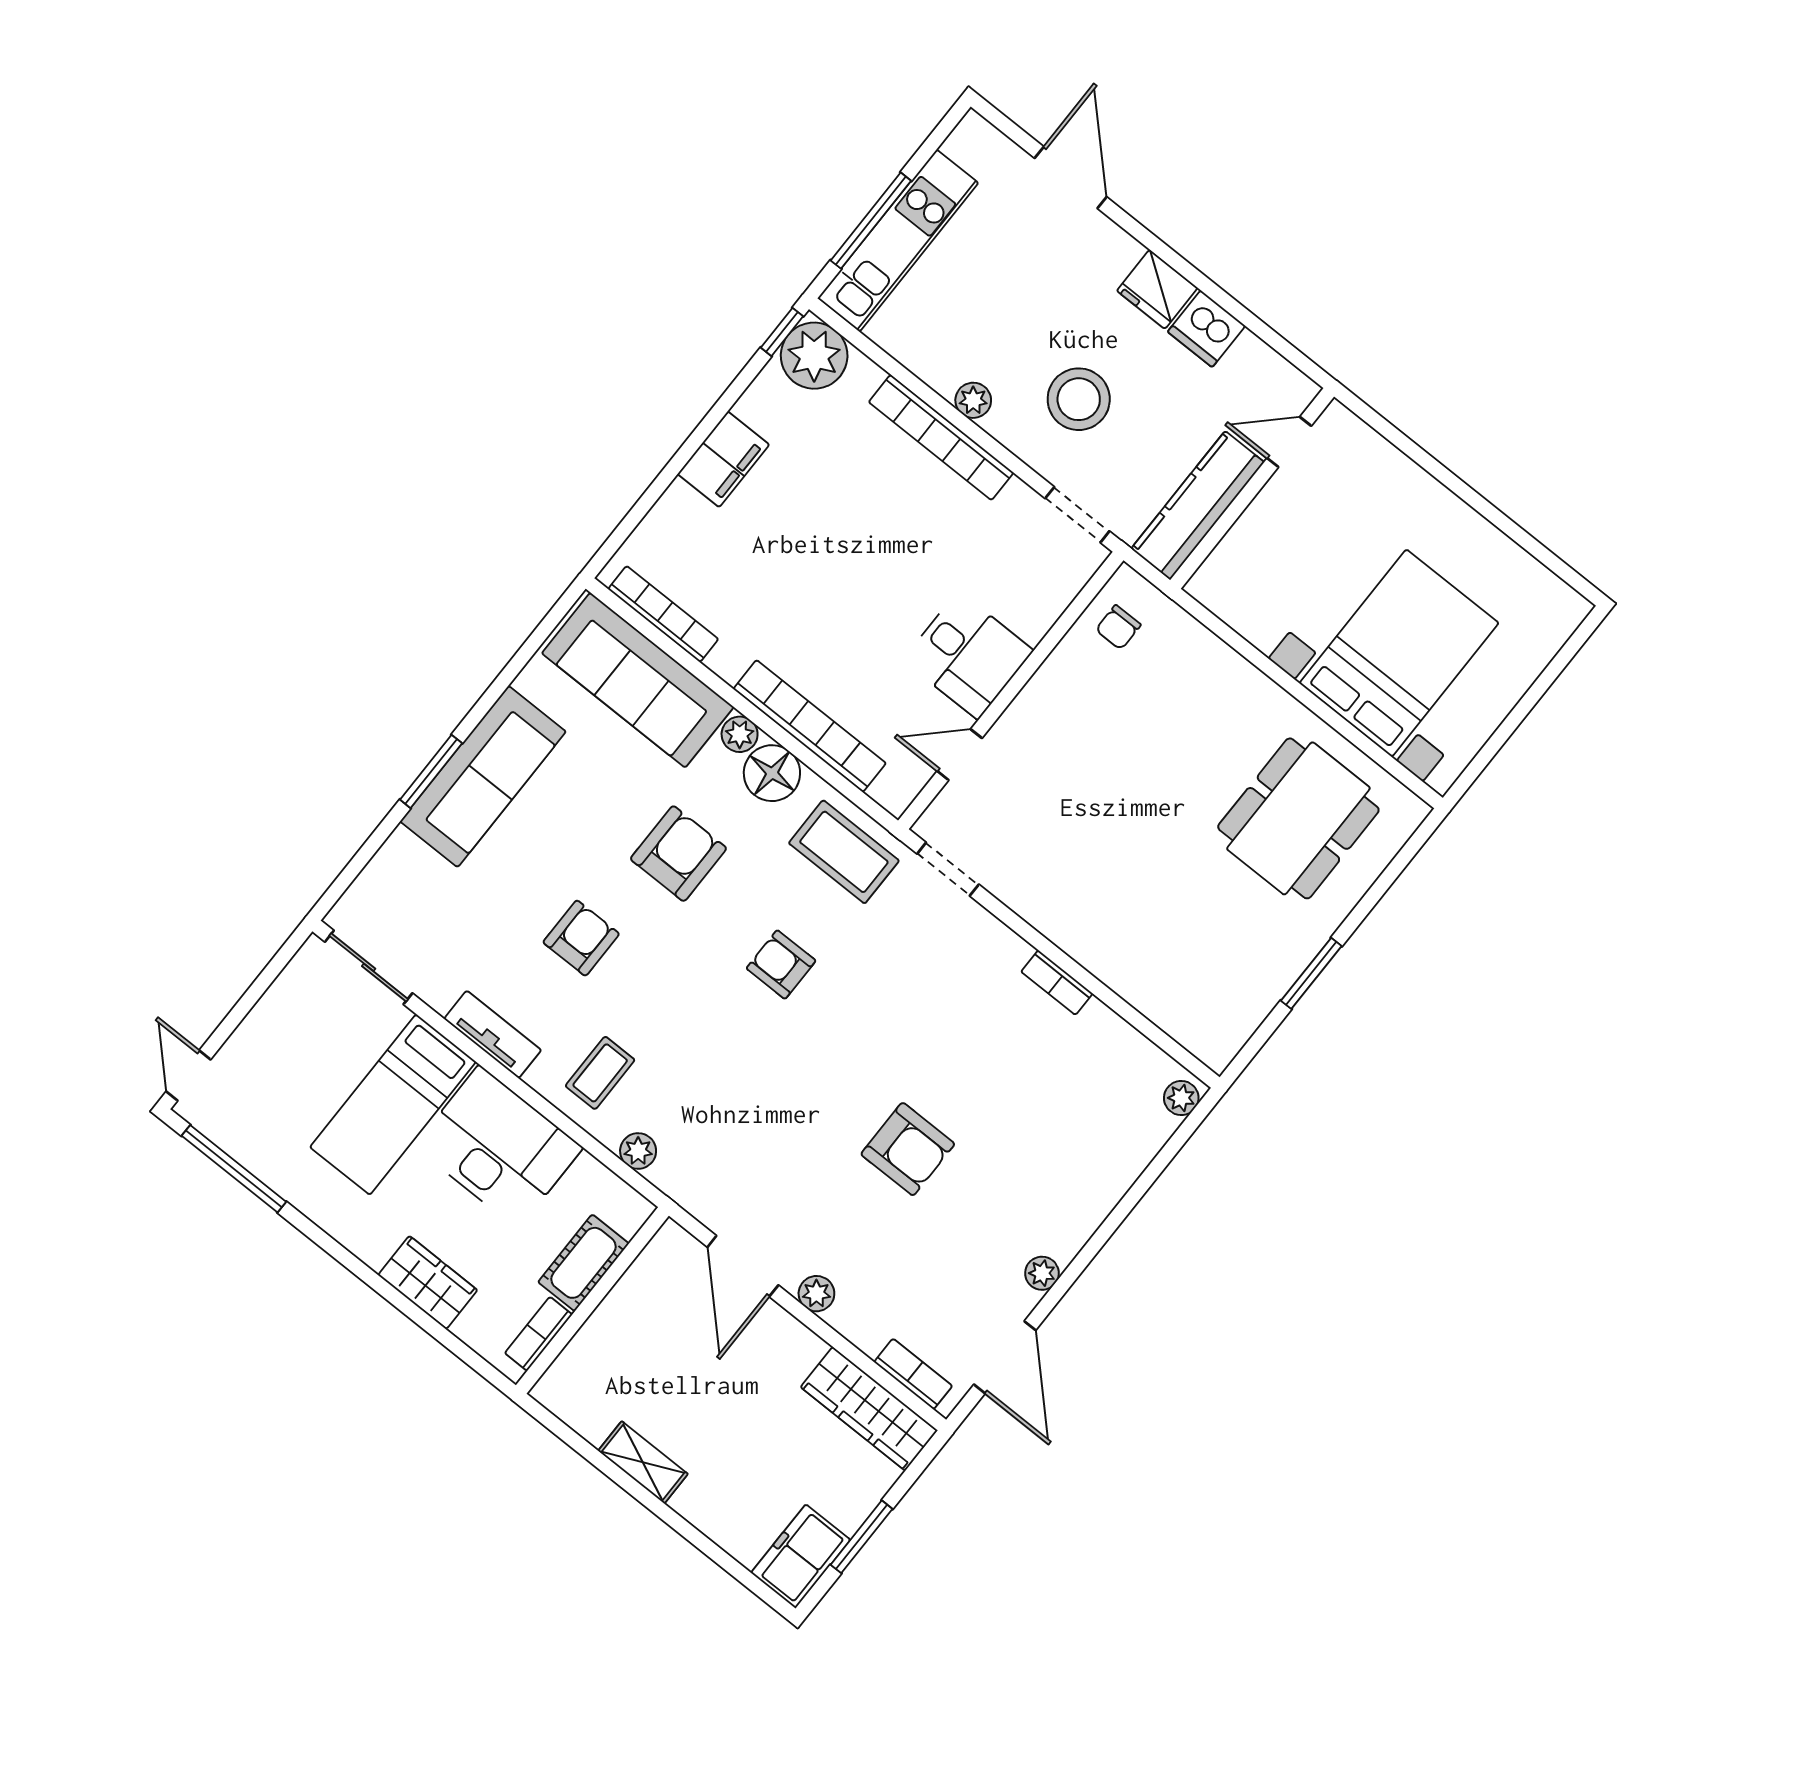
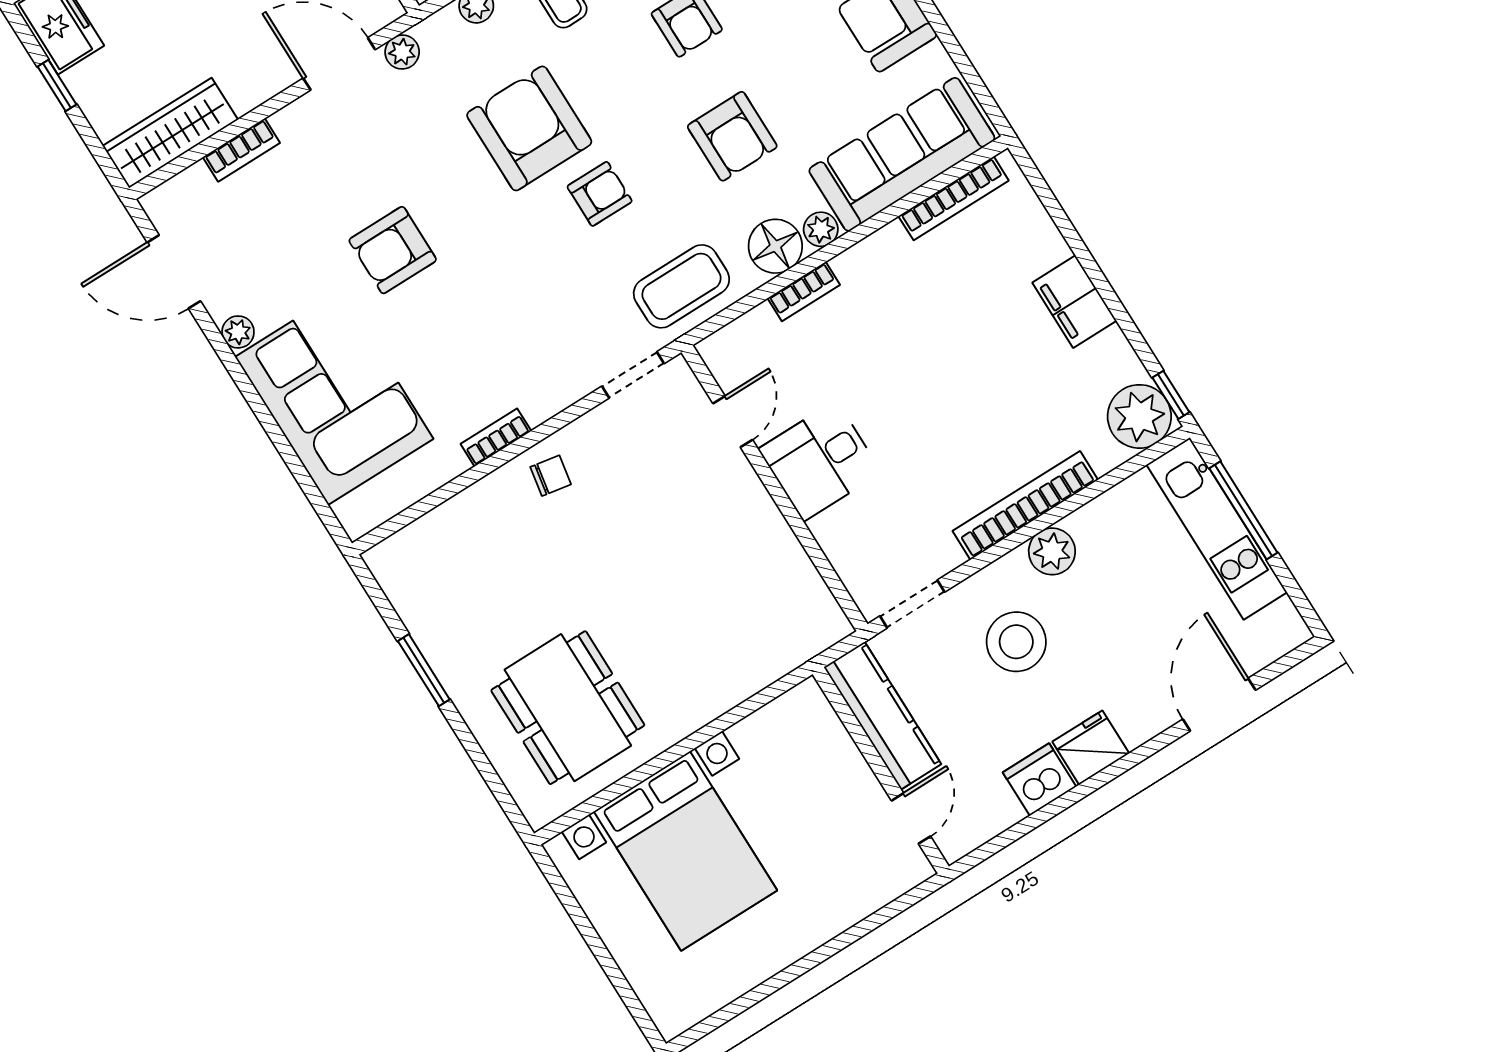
door: (1071, 177) -> (1219, 705), swing flipped
plant: (973, 400) -> (1052, 551), width x1.38, depth x1.38
chair: (1118, 627) -> (551, 476), moved, turned 100
bookcase: (810, 726) -> (804, 292), width x0.43, depth x0.76
armchair: (741, 1056) -> (529, 128), added
plant: (1181, 1098) -> (352, 513), removed
corner sofa: (1074, 1156) -> (334, 398), added
plant: (816, 1294) -> (402, 52), moved
bookcase: (913, 1374) -> (241, 150), moved
window: (861, 1537) -> (57, 85), width x0.67

